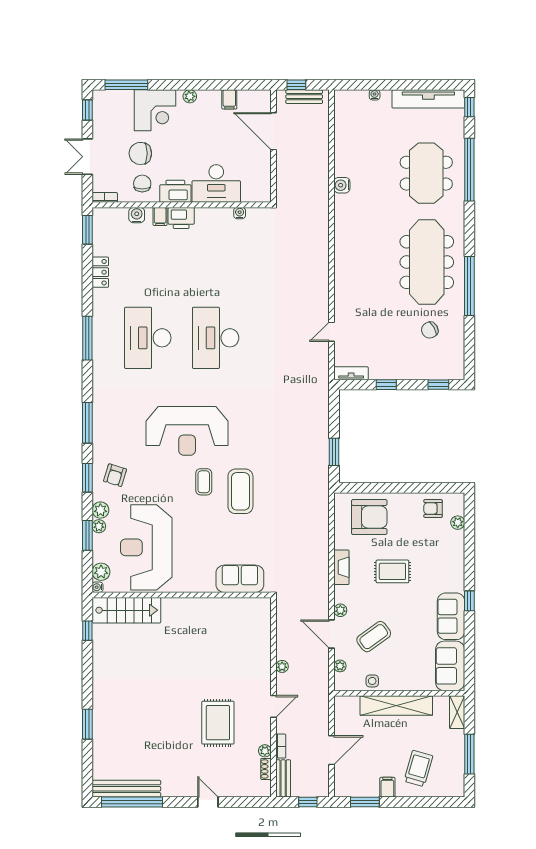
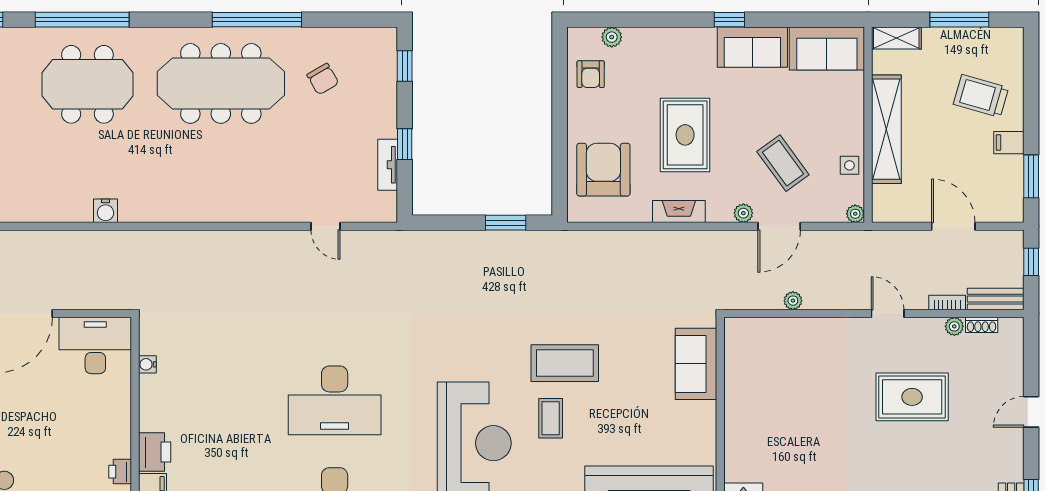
desk: (216, 184) -> (95, 345), moved, turned -90
printer: (175, 191) -> (120, 472), width x0.53, depth x0.68
tv unit: (351, 373) -> (388, 165), moved
coffee table: (204, 482) -> (551, 418), turned 90
rug: (392, 571) -> (685, 135), width x1.36, depth x1.43
plant: (282, 666) -> (793, 301), moved
plant: (340, 666) -> (855, 214), moved

